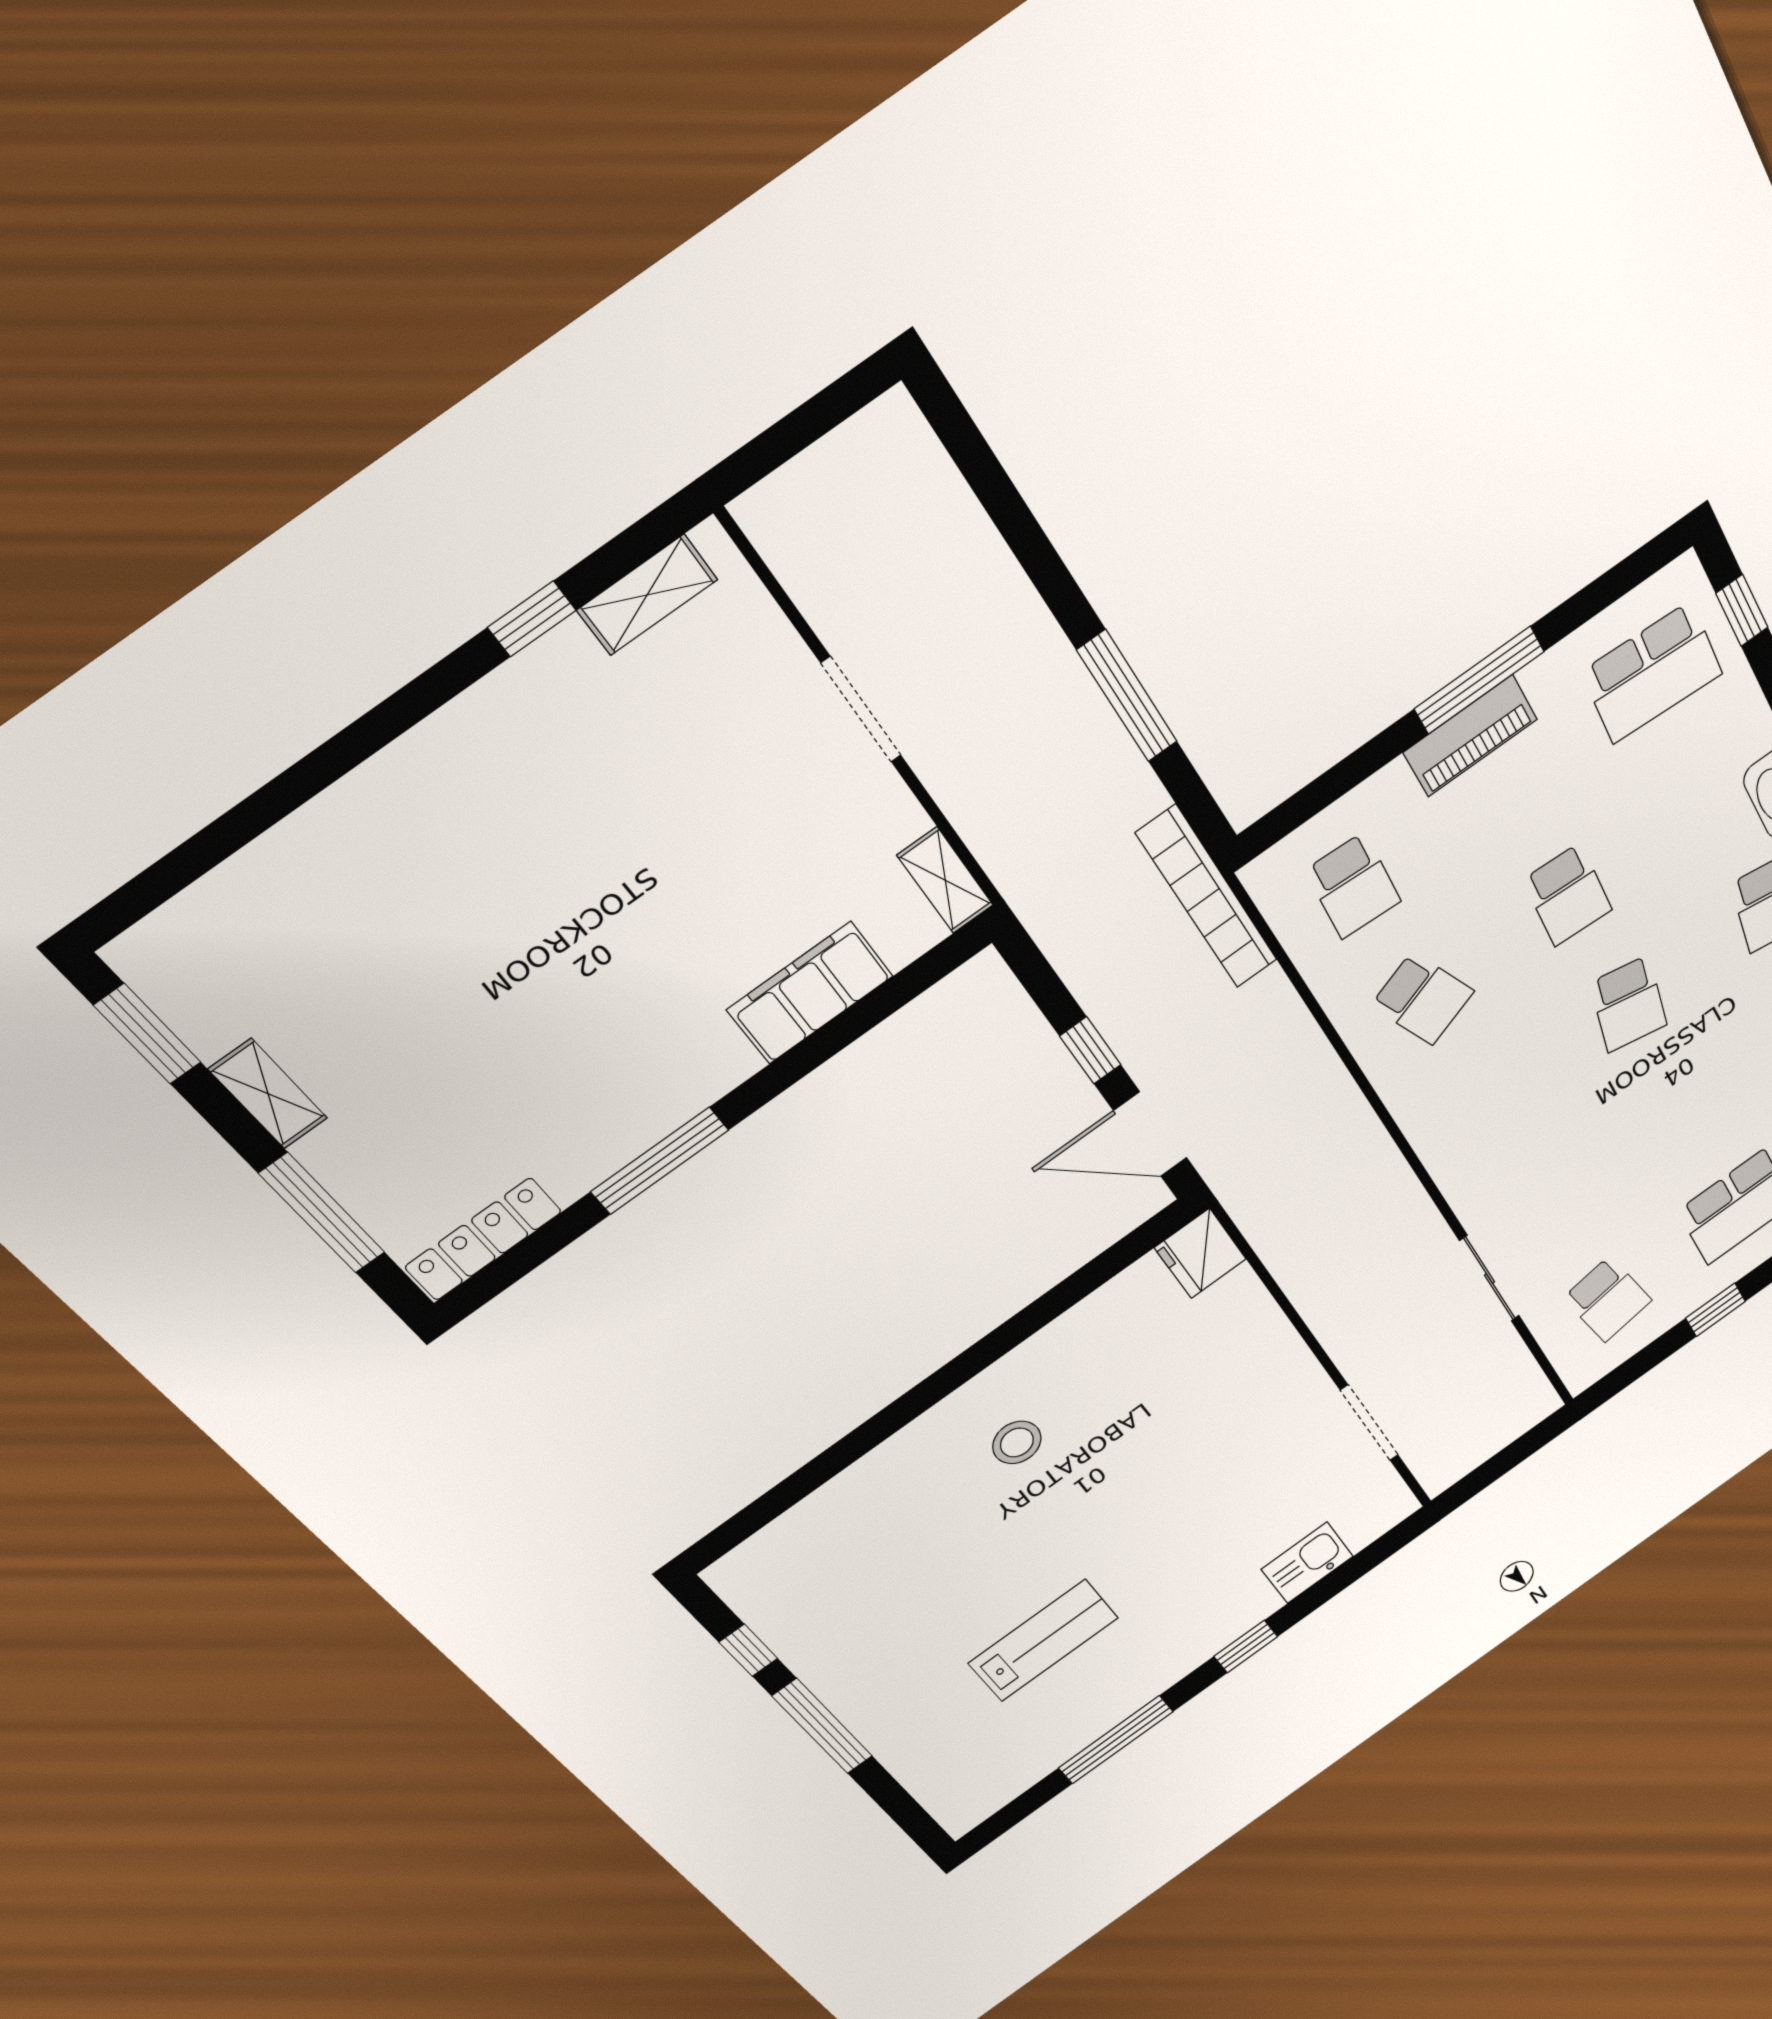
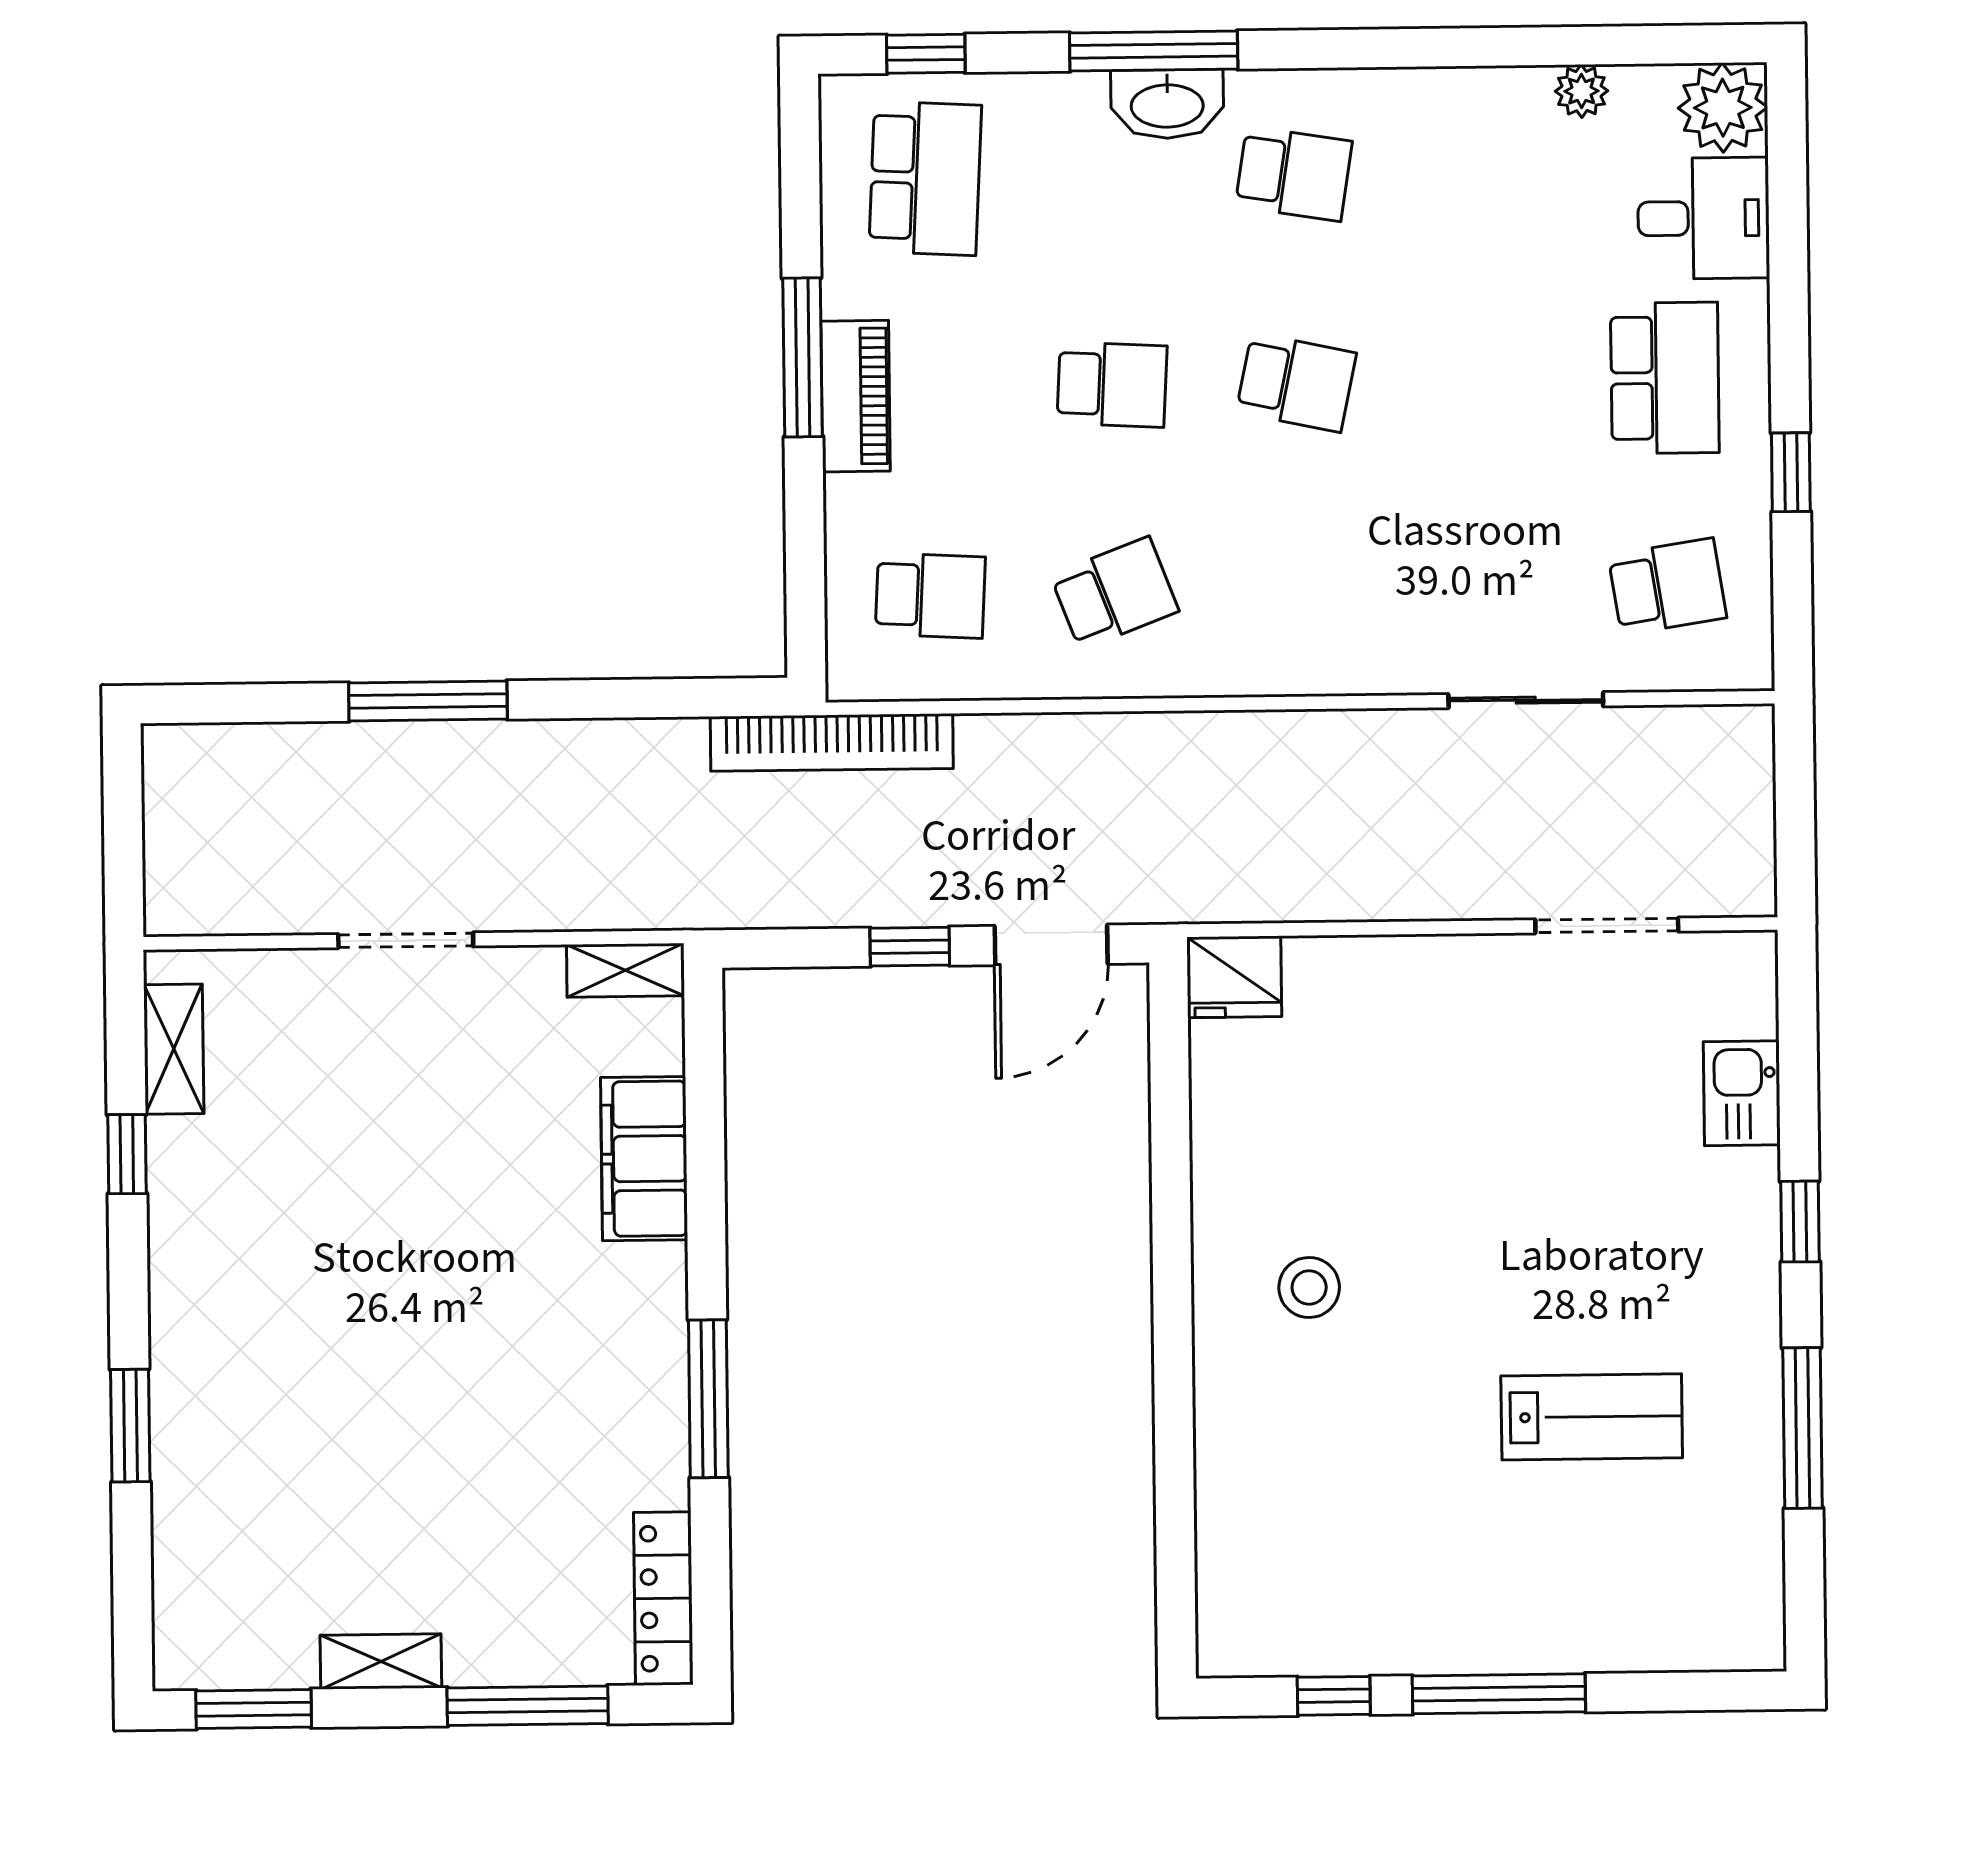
window: (1127, 696) -> (428, 701), moved
window: (304, 780) -> (130, 1426), added
lab bench: (1043, 1641) -> (1592, 1417), turned 90

